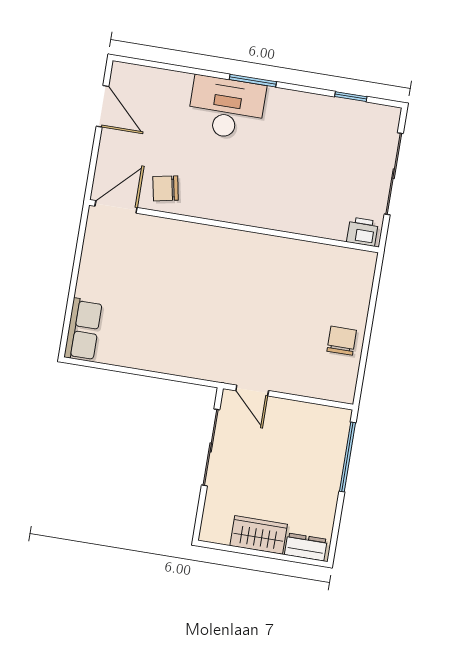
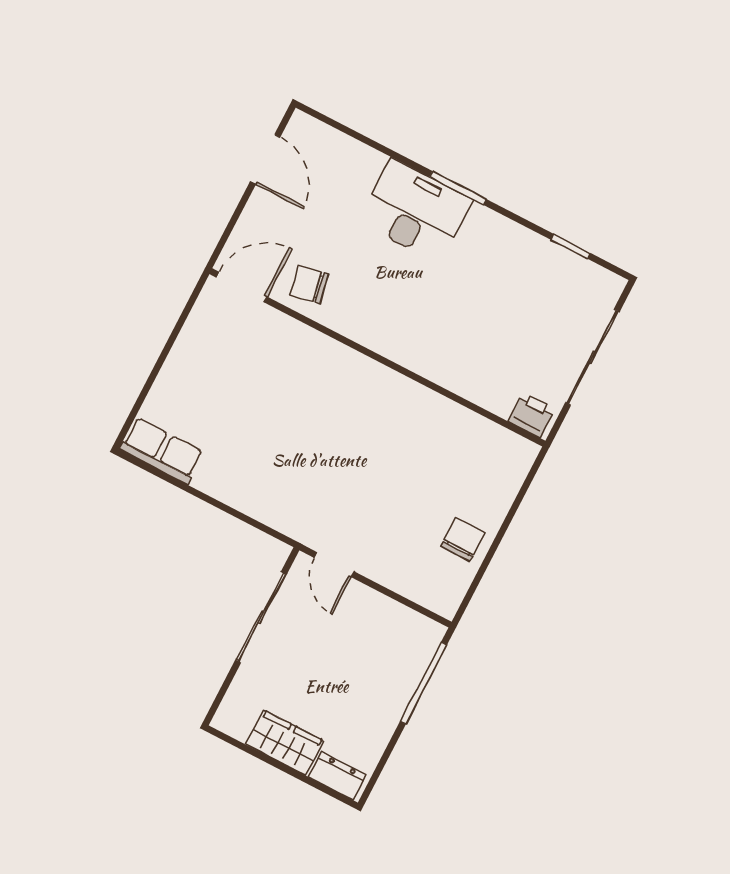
row of seats: (83, 330) -> (162, 451), moved, turned -90

